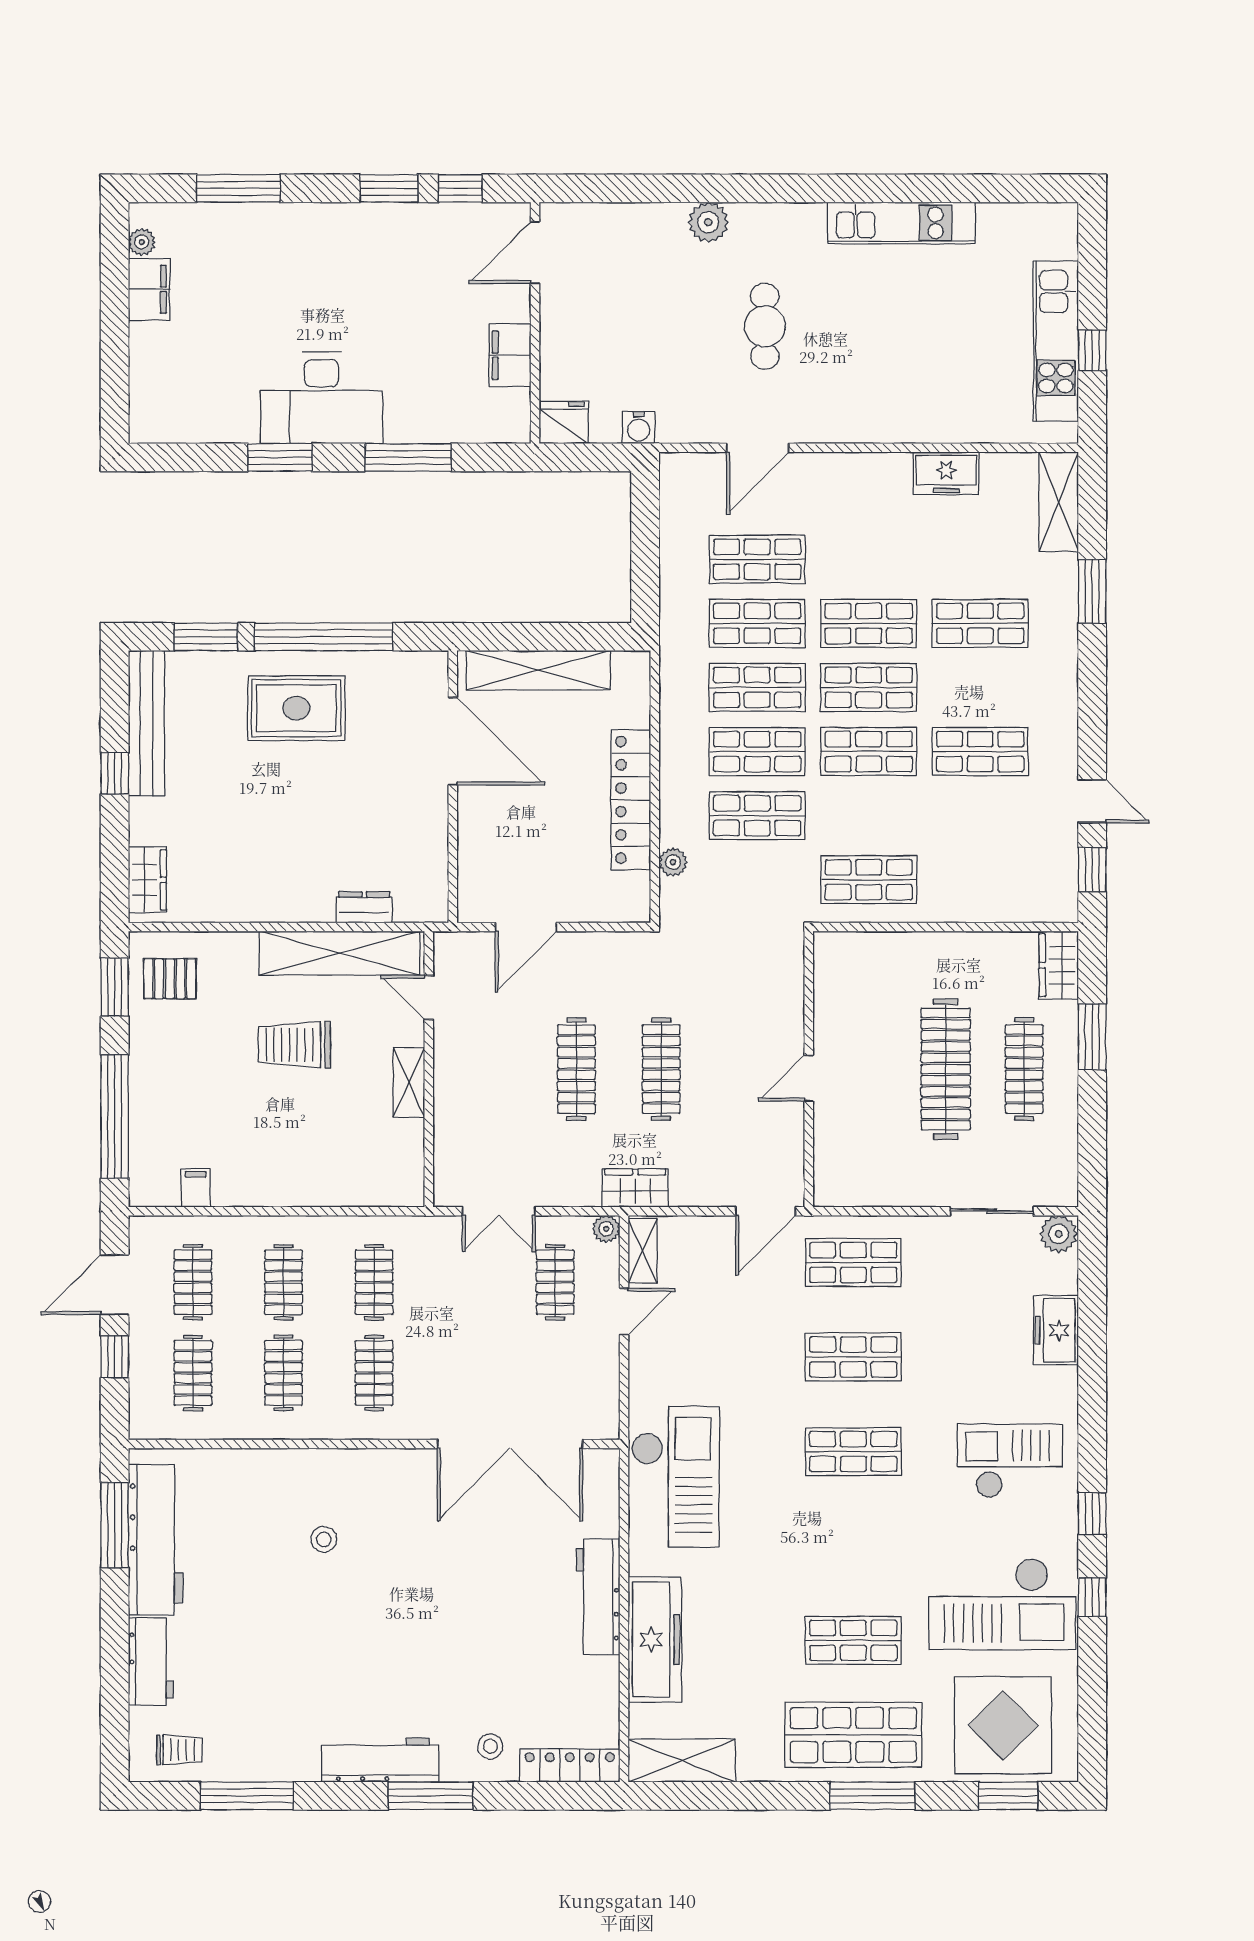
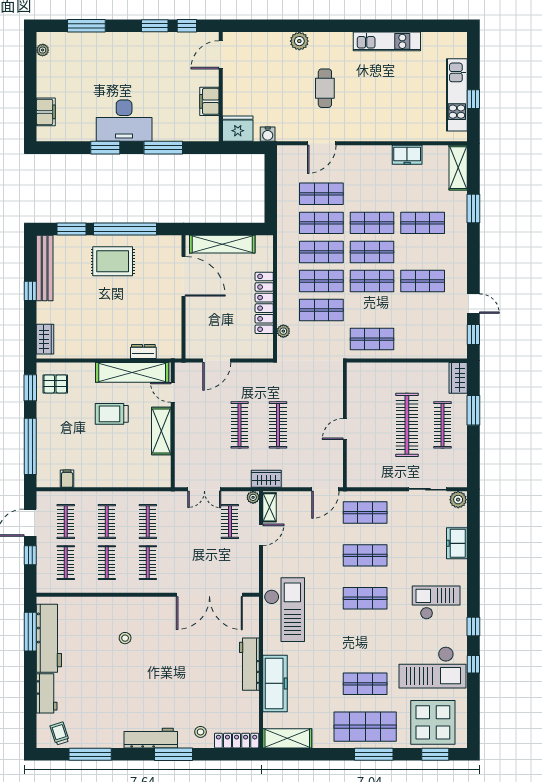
filing cabinet: (149, 289) -> (46, 112), moved
fridge: (564, 423) -> (238, 129), width x1.36, depth x1.34
shelving: (409, 1082) -> (161, 431), width x1.50, depth x1.33
trolley: (179, 1750) -> (60, 733), turned -108

